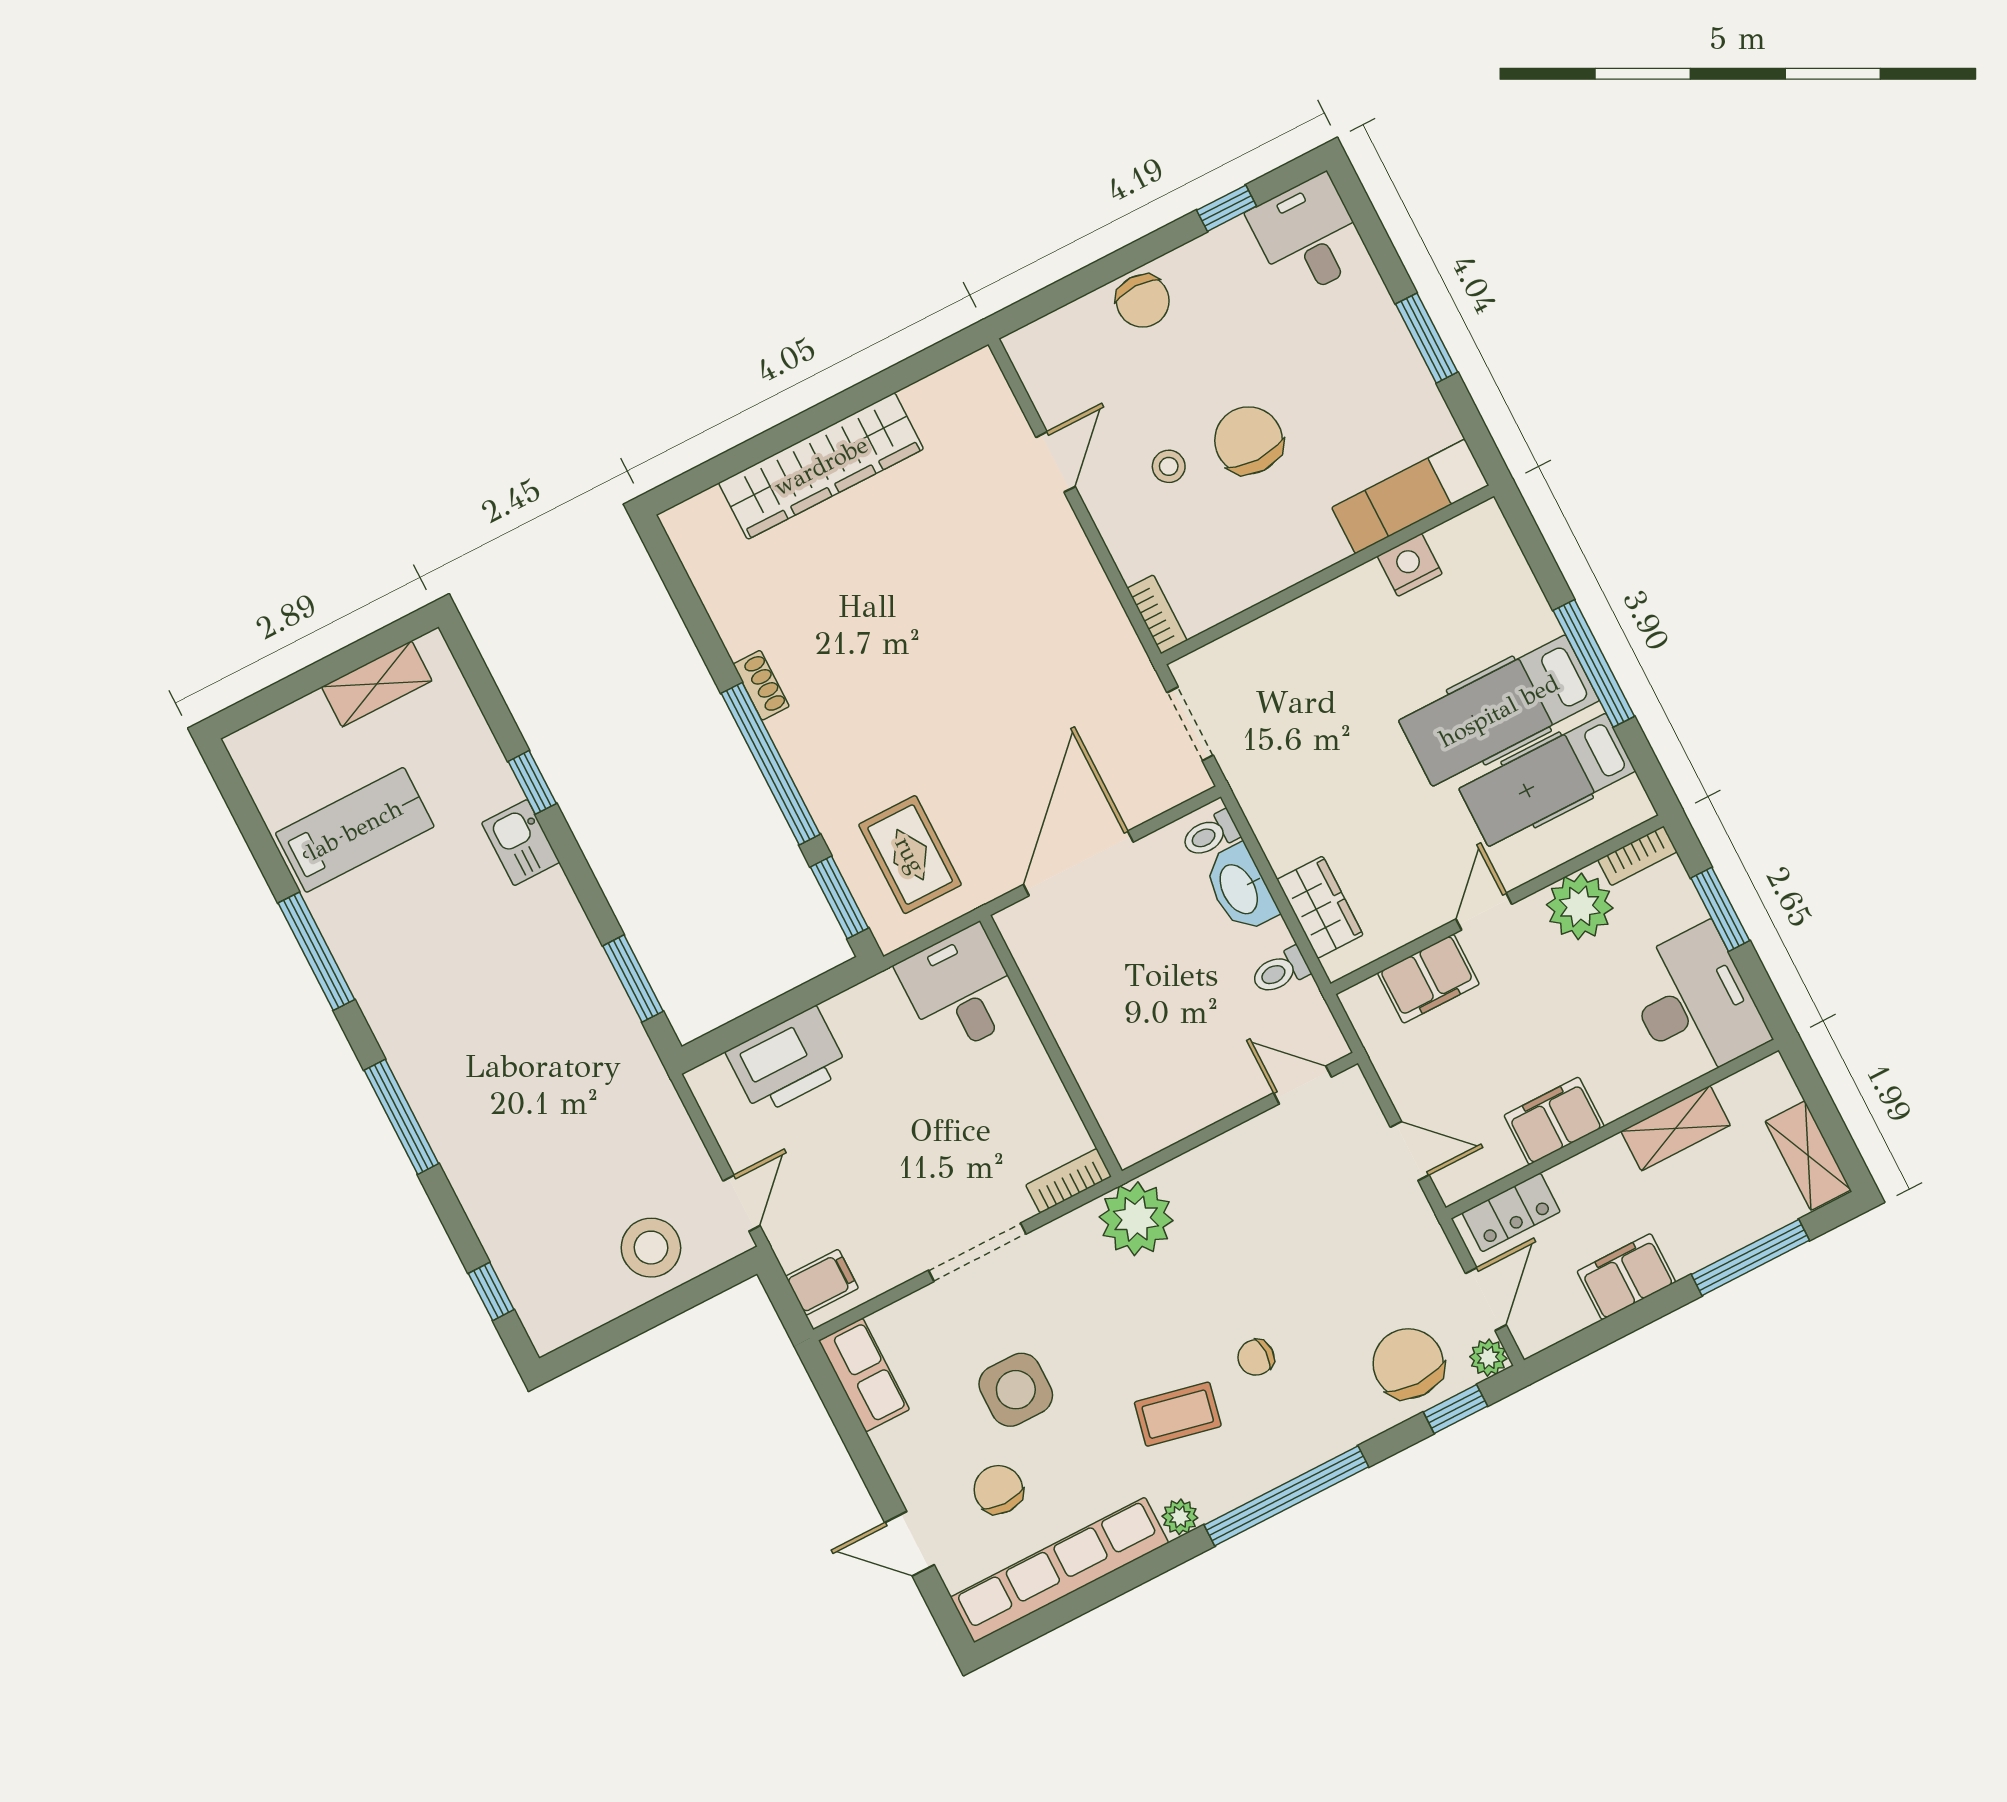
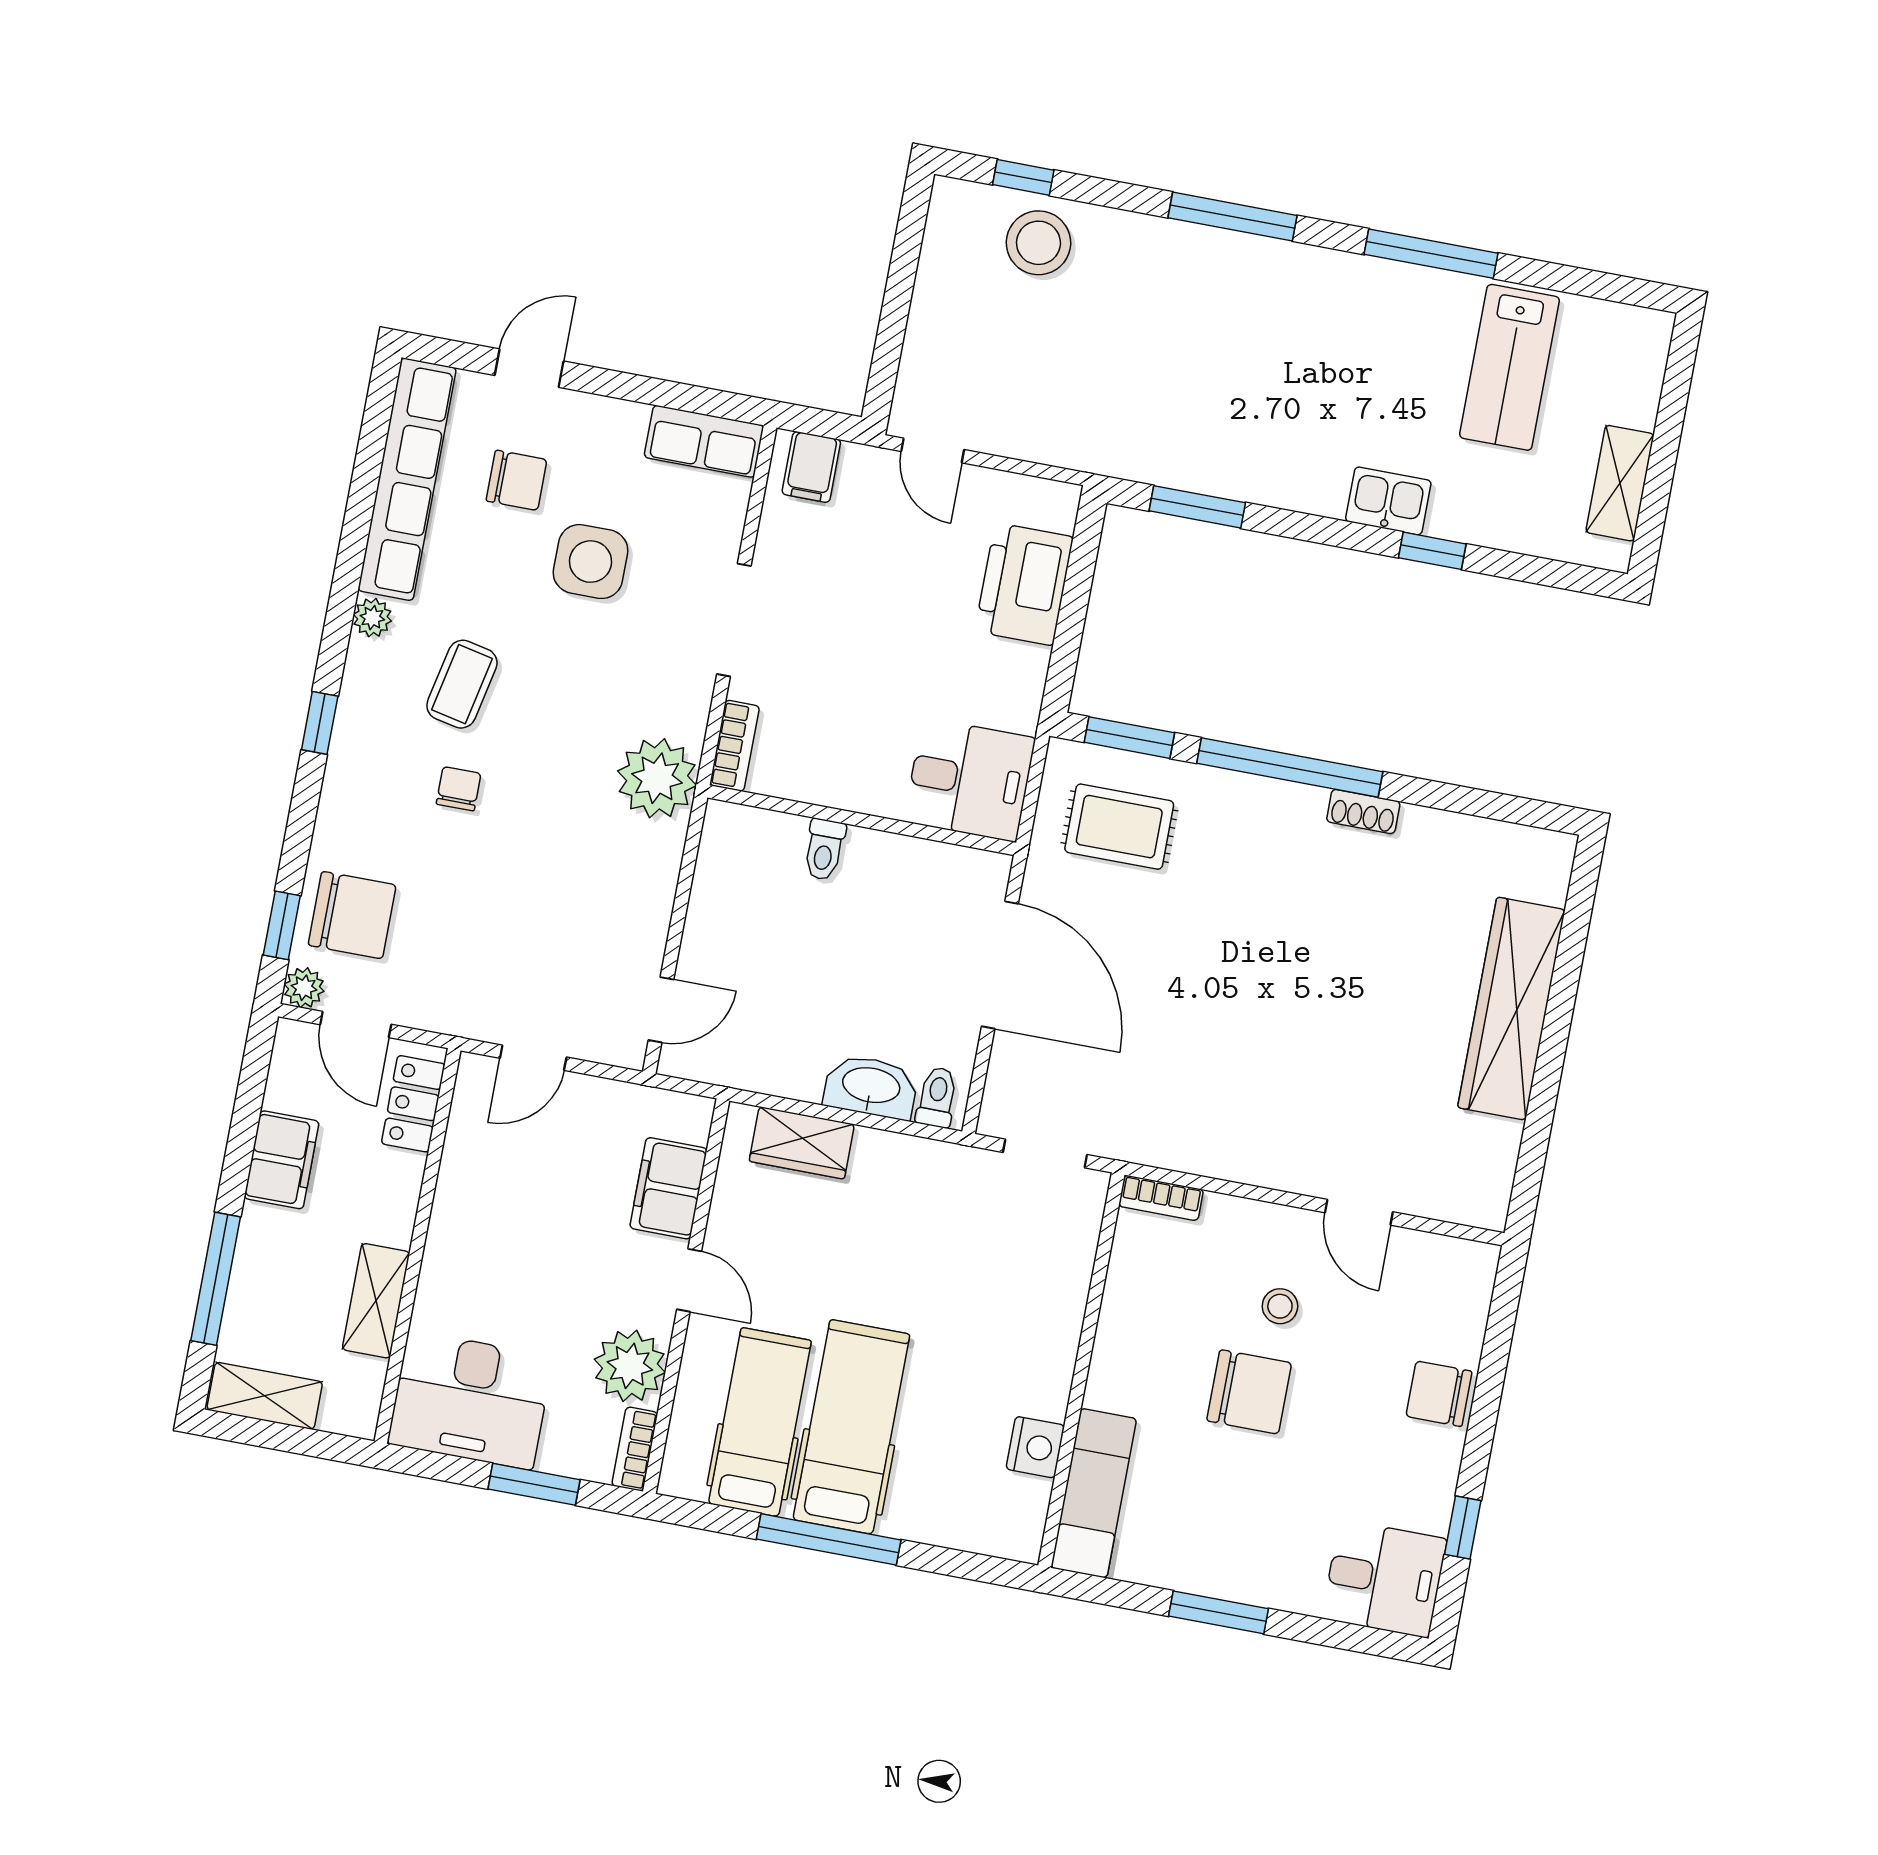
toilet: (1280, 971) -> (824, 850), moved, turned 180
filing cabinet: (1554, 1121) -> (463, 1201), removed
stool: (651, 1248) -> (1038, 243), moved
window: (1286, 1496) -> (320, 723), width x0.32

